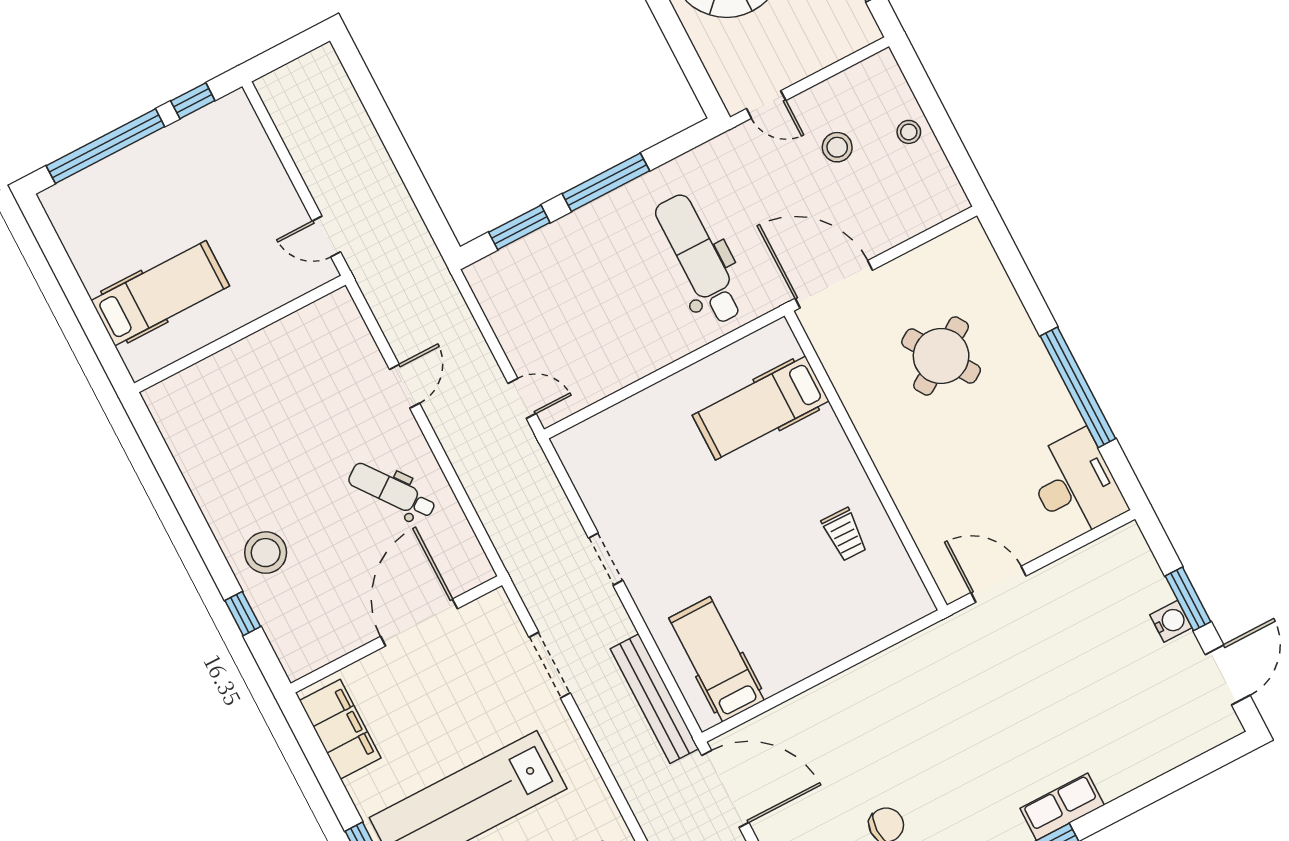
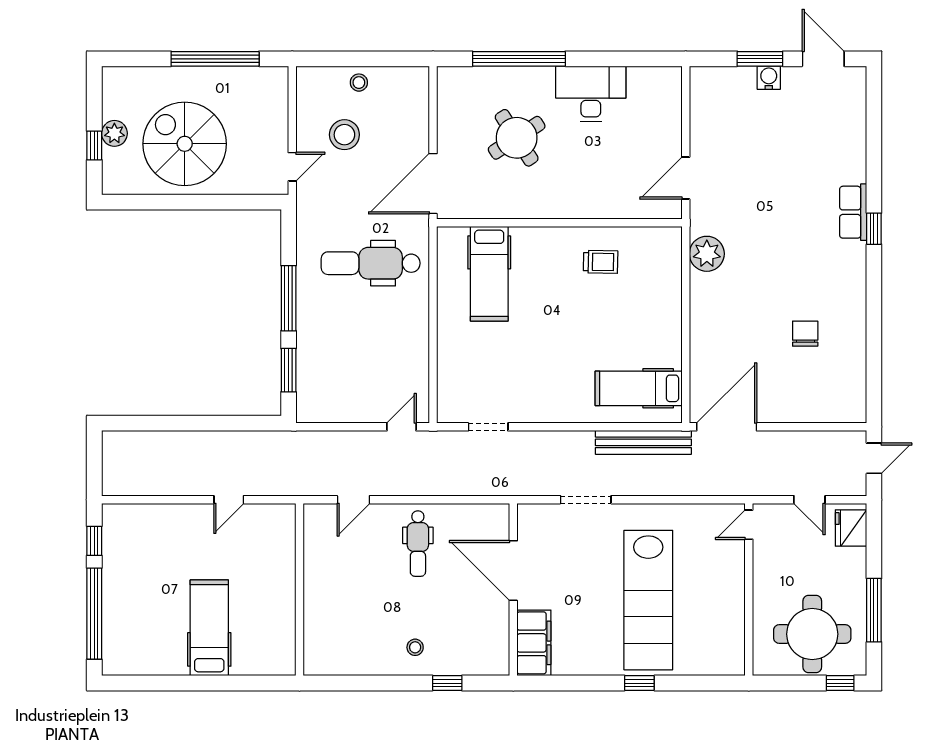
stool: (837, 147) -> (344, 135), width x1.38, depth x1.38
wall: (240, 334) -> (300, 590), moved
door: (404, 386) -> (353, 500), swing flipped
window: (1078, 387) -> (519, 59), moved
desk: (1075, 485) -> (591, 94), moved
dental chair: (392, 491) -> (418, 544), turned -53
stool: (266, 553) -> (415, 647), width x0.53, depth x0.53
doorway: (606, 559) -> (488, 427), moved
plant: (921, 657) -> (707, 254), added
filing cabinet: (340, 729) -> (534, 643), moved, turned 90

